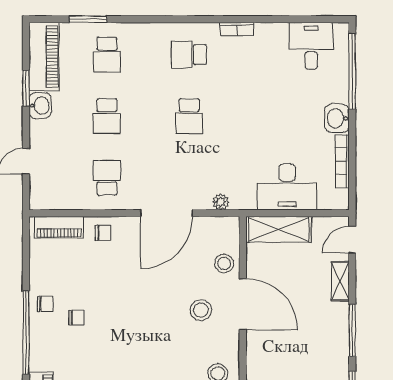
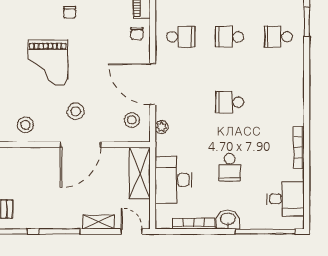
bookcase: (237, 29) -> (299, 147), width x1.56
school desk: (189, 55) -> (230, 167), moved, turned 180
stool: (224, 263) -> (132, 120), moved
grand piano: (140, 345) -> (48, 63), added

